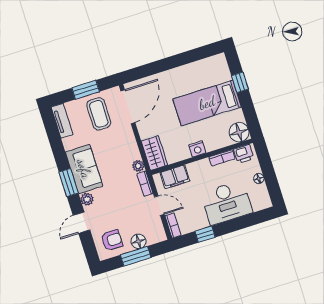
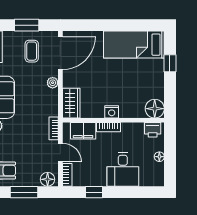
bed: (207, 103) -> (134, 45), moved
coffee table: (99, 114) -> (32, 51), width x0.73, depth x0.77
bookcase: (222, 158) -> (109, 127), moved
plant: (138, 166) -> (53, 83), moved
desk: (227, 203) -> (123, 169), width x0.73
floor lamp: (138, 241) -> (48, 179), moved

